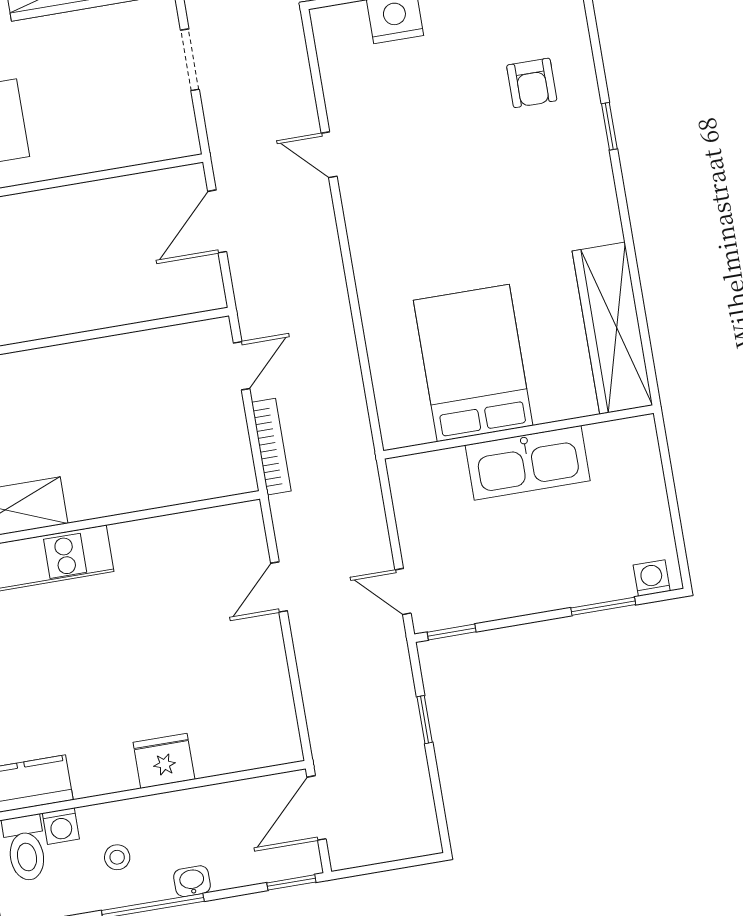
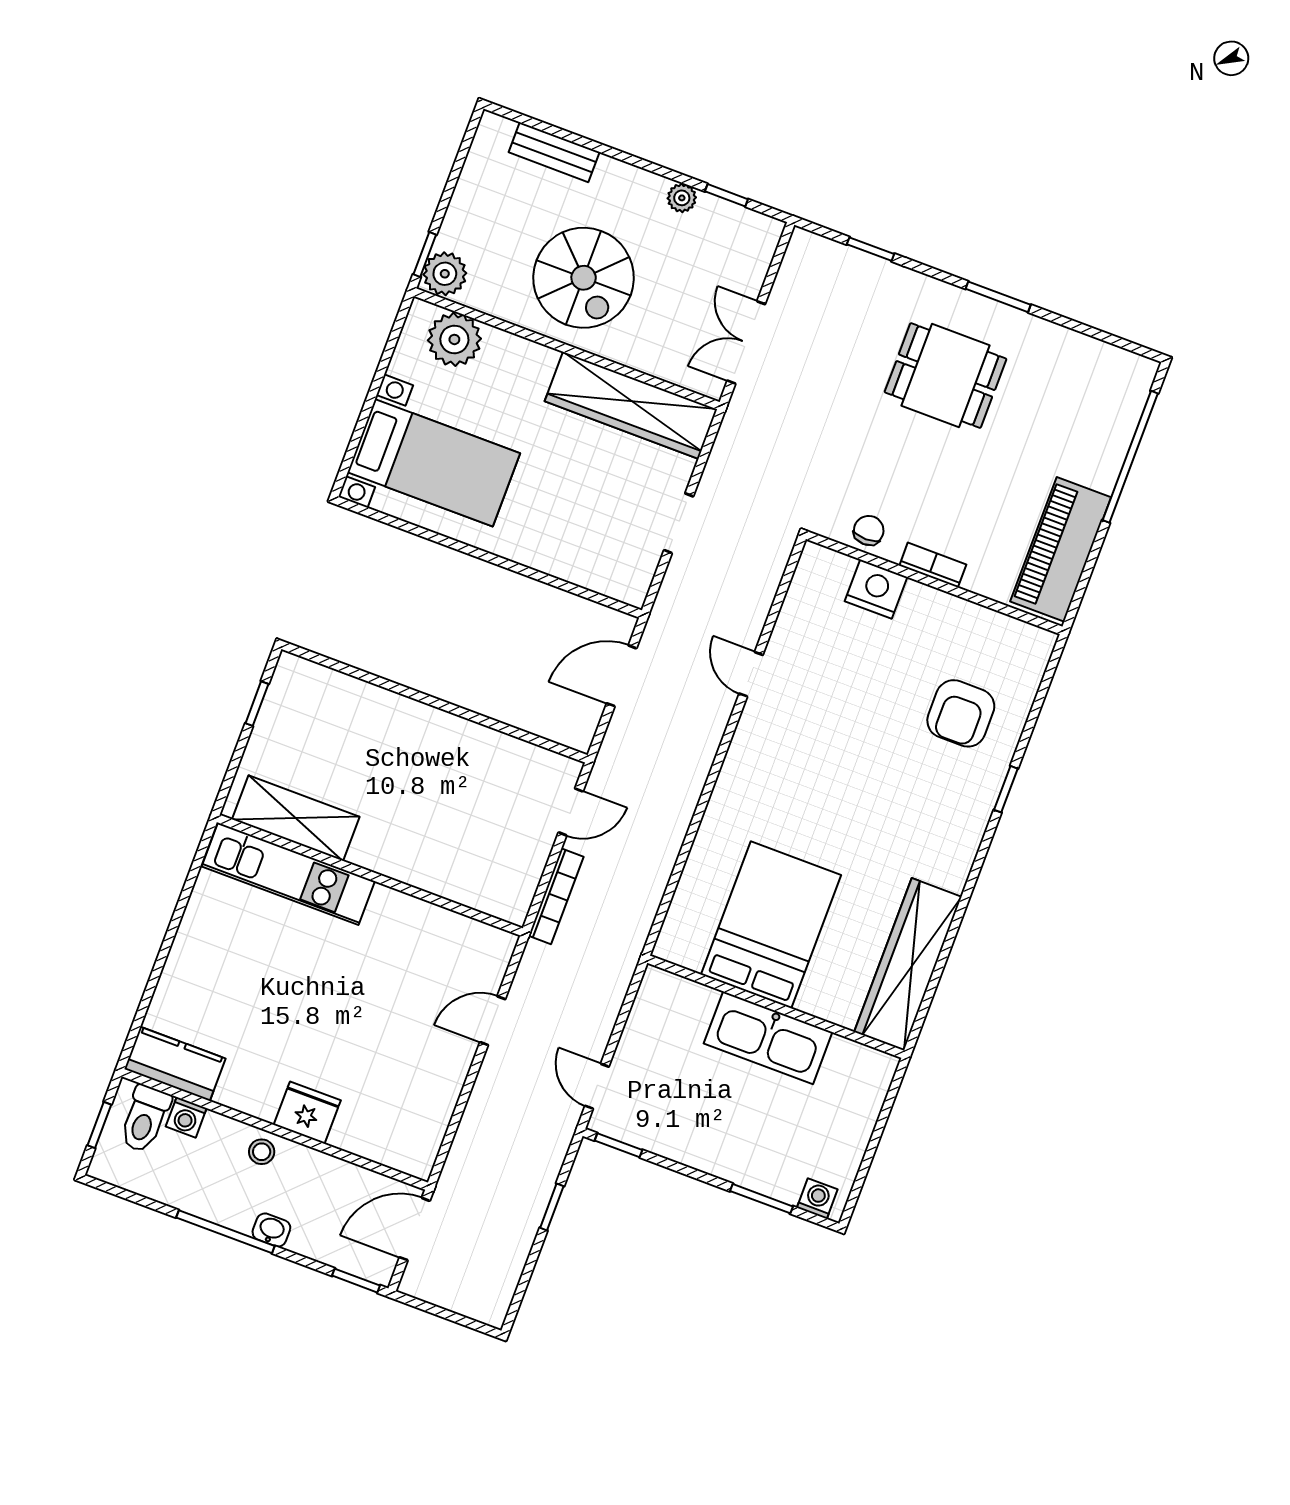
armchair: (532, 83) -> (961, 713), width x1.38, depth x1.38
stool: (117, 857) -> (262, 1152), moved

